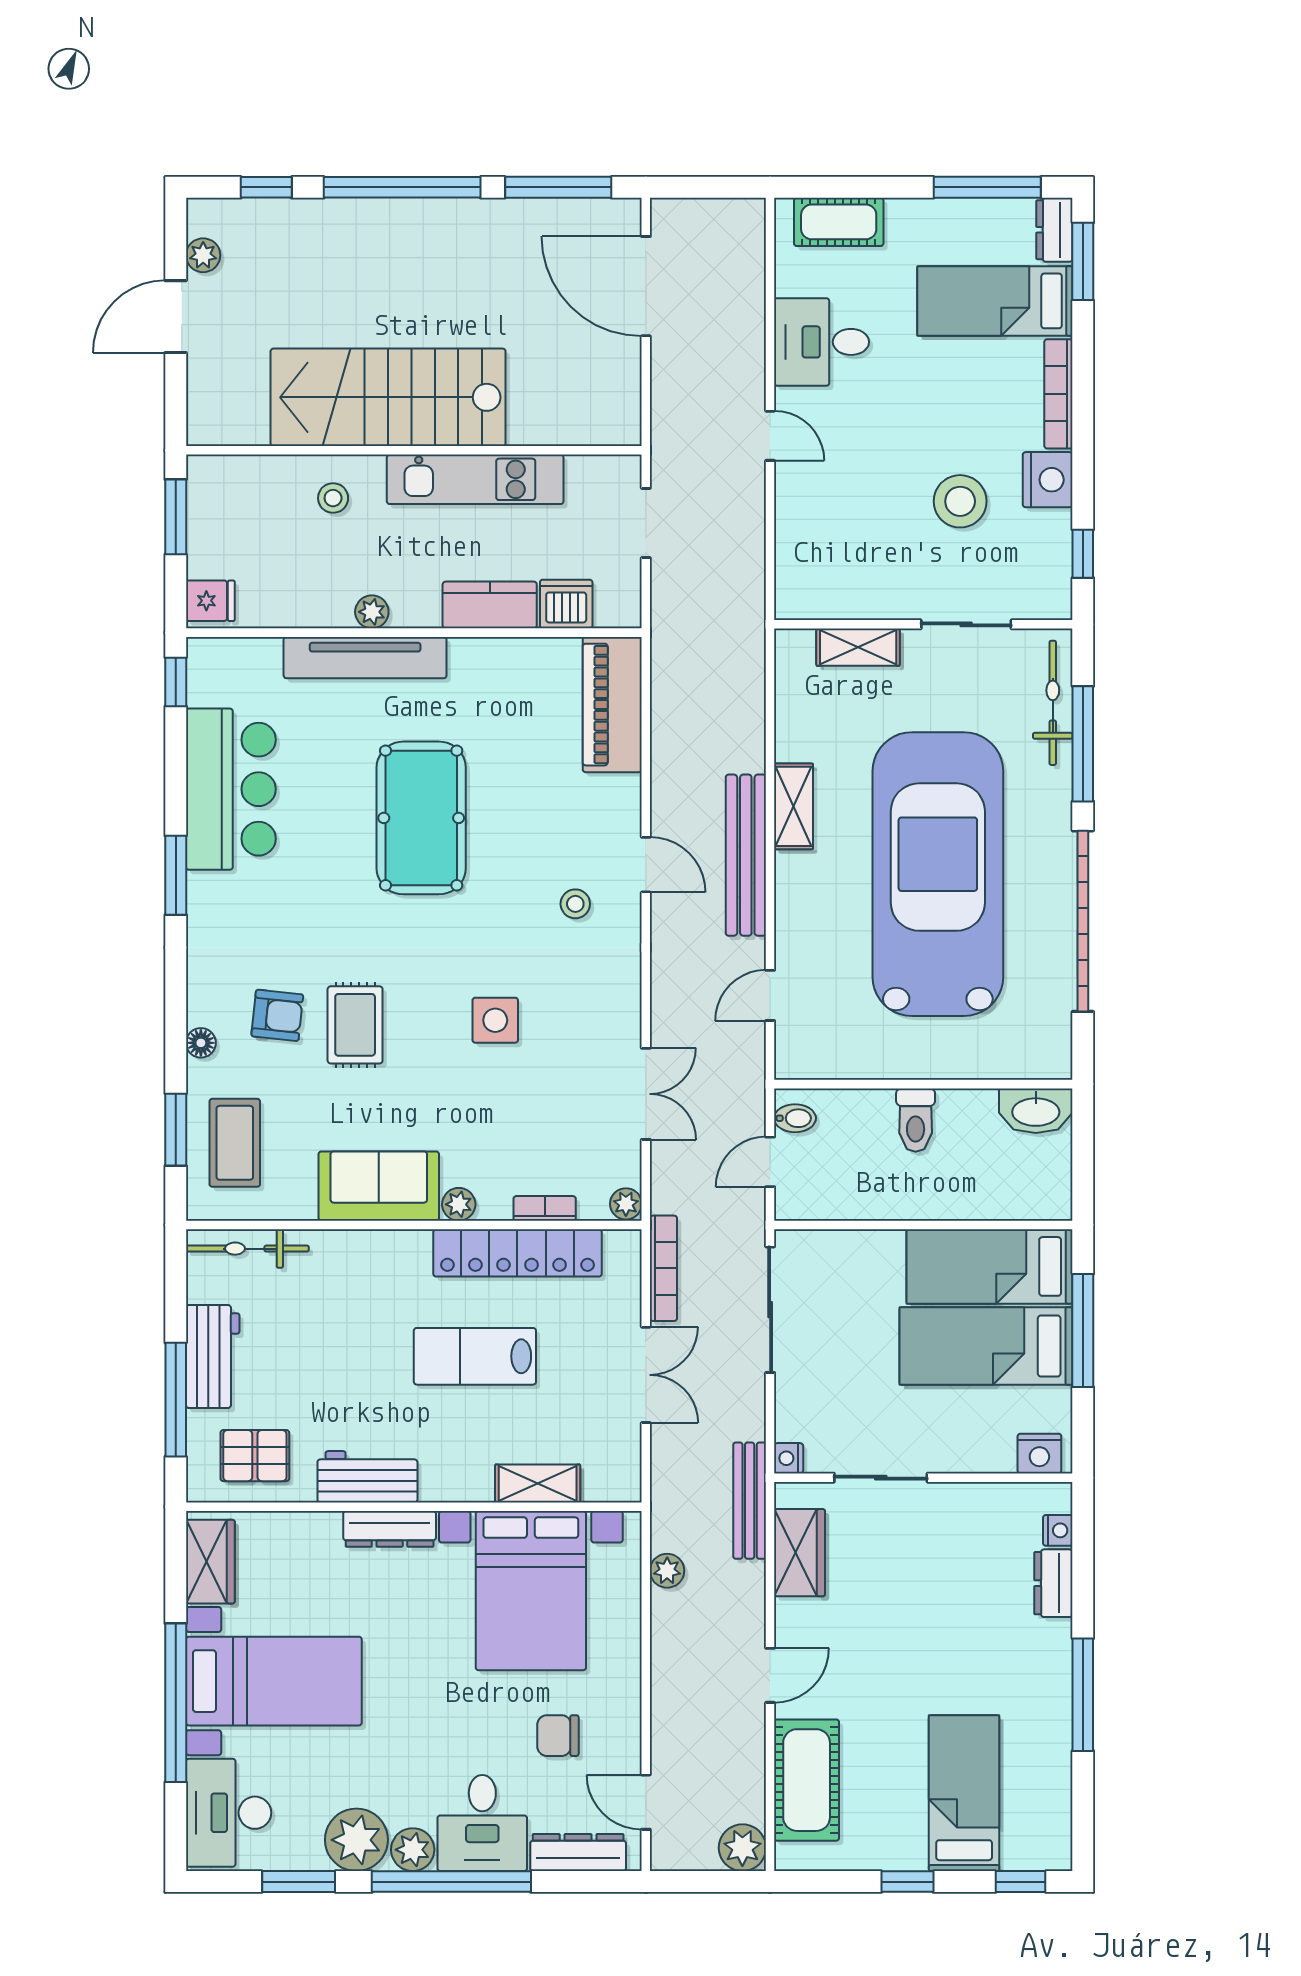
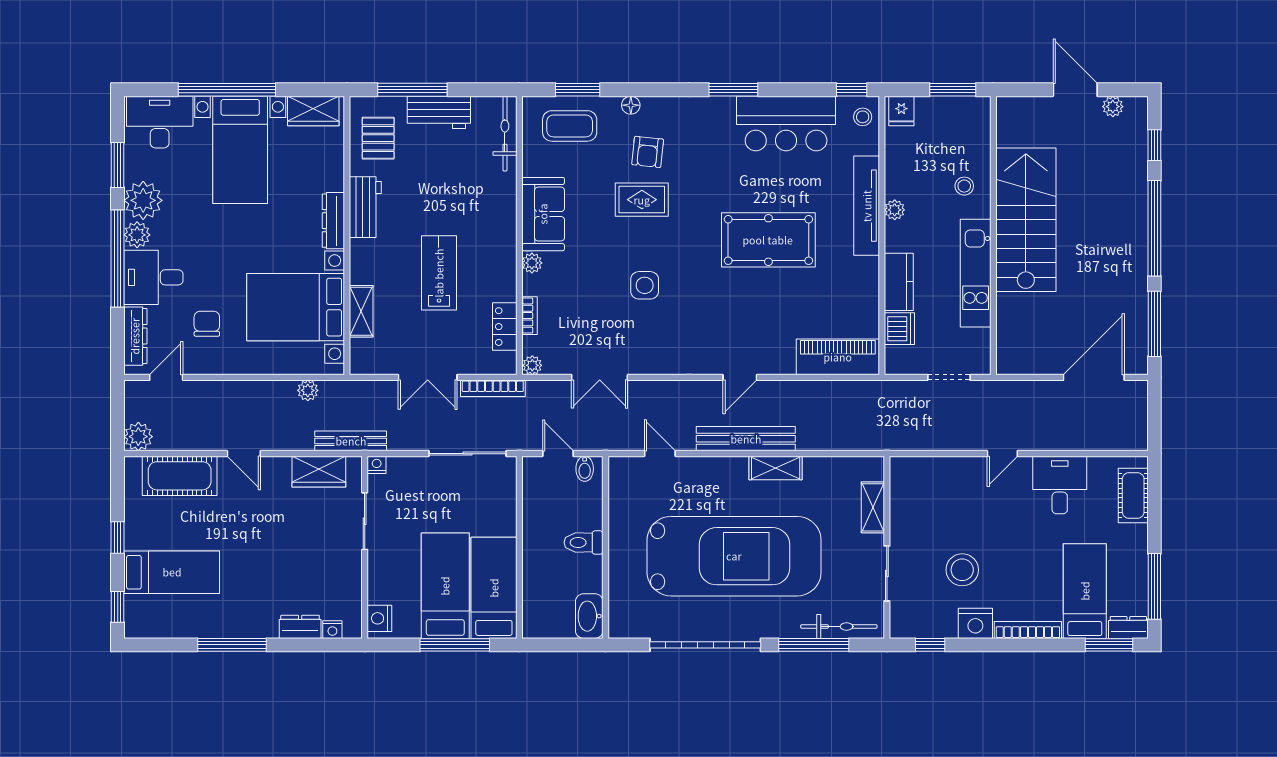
stool: (575, 904) -> (863, 117), moved
locker: (517, 1253) -> (505, 327), width x0.46, depth x0.83

